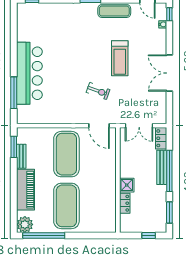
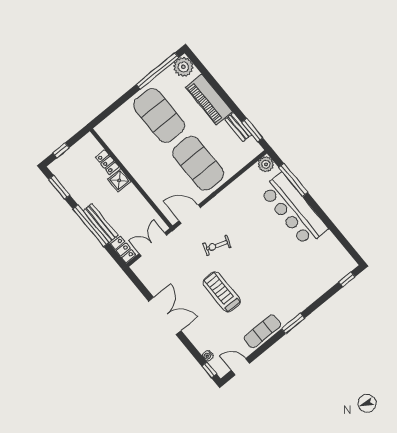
plant: (23, 117) -> (266, 164), added

